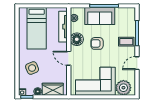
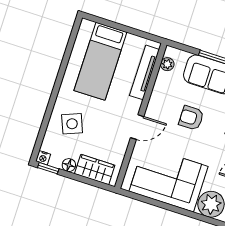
floor lamp: (77, 39) -> (160, 100), removed
door: (69, 58) -> (137, 127), swing flipped

